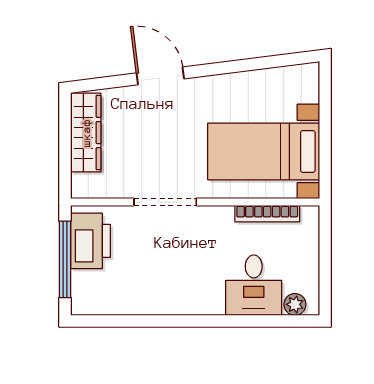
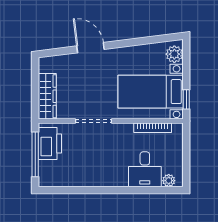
plant: (305, 87) -> (174, 54), added
wardrobe: (86, 133) -> (47, 96), moved
window: (325, 165) -> (186, 99), added

